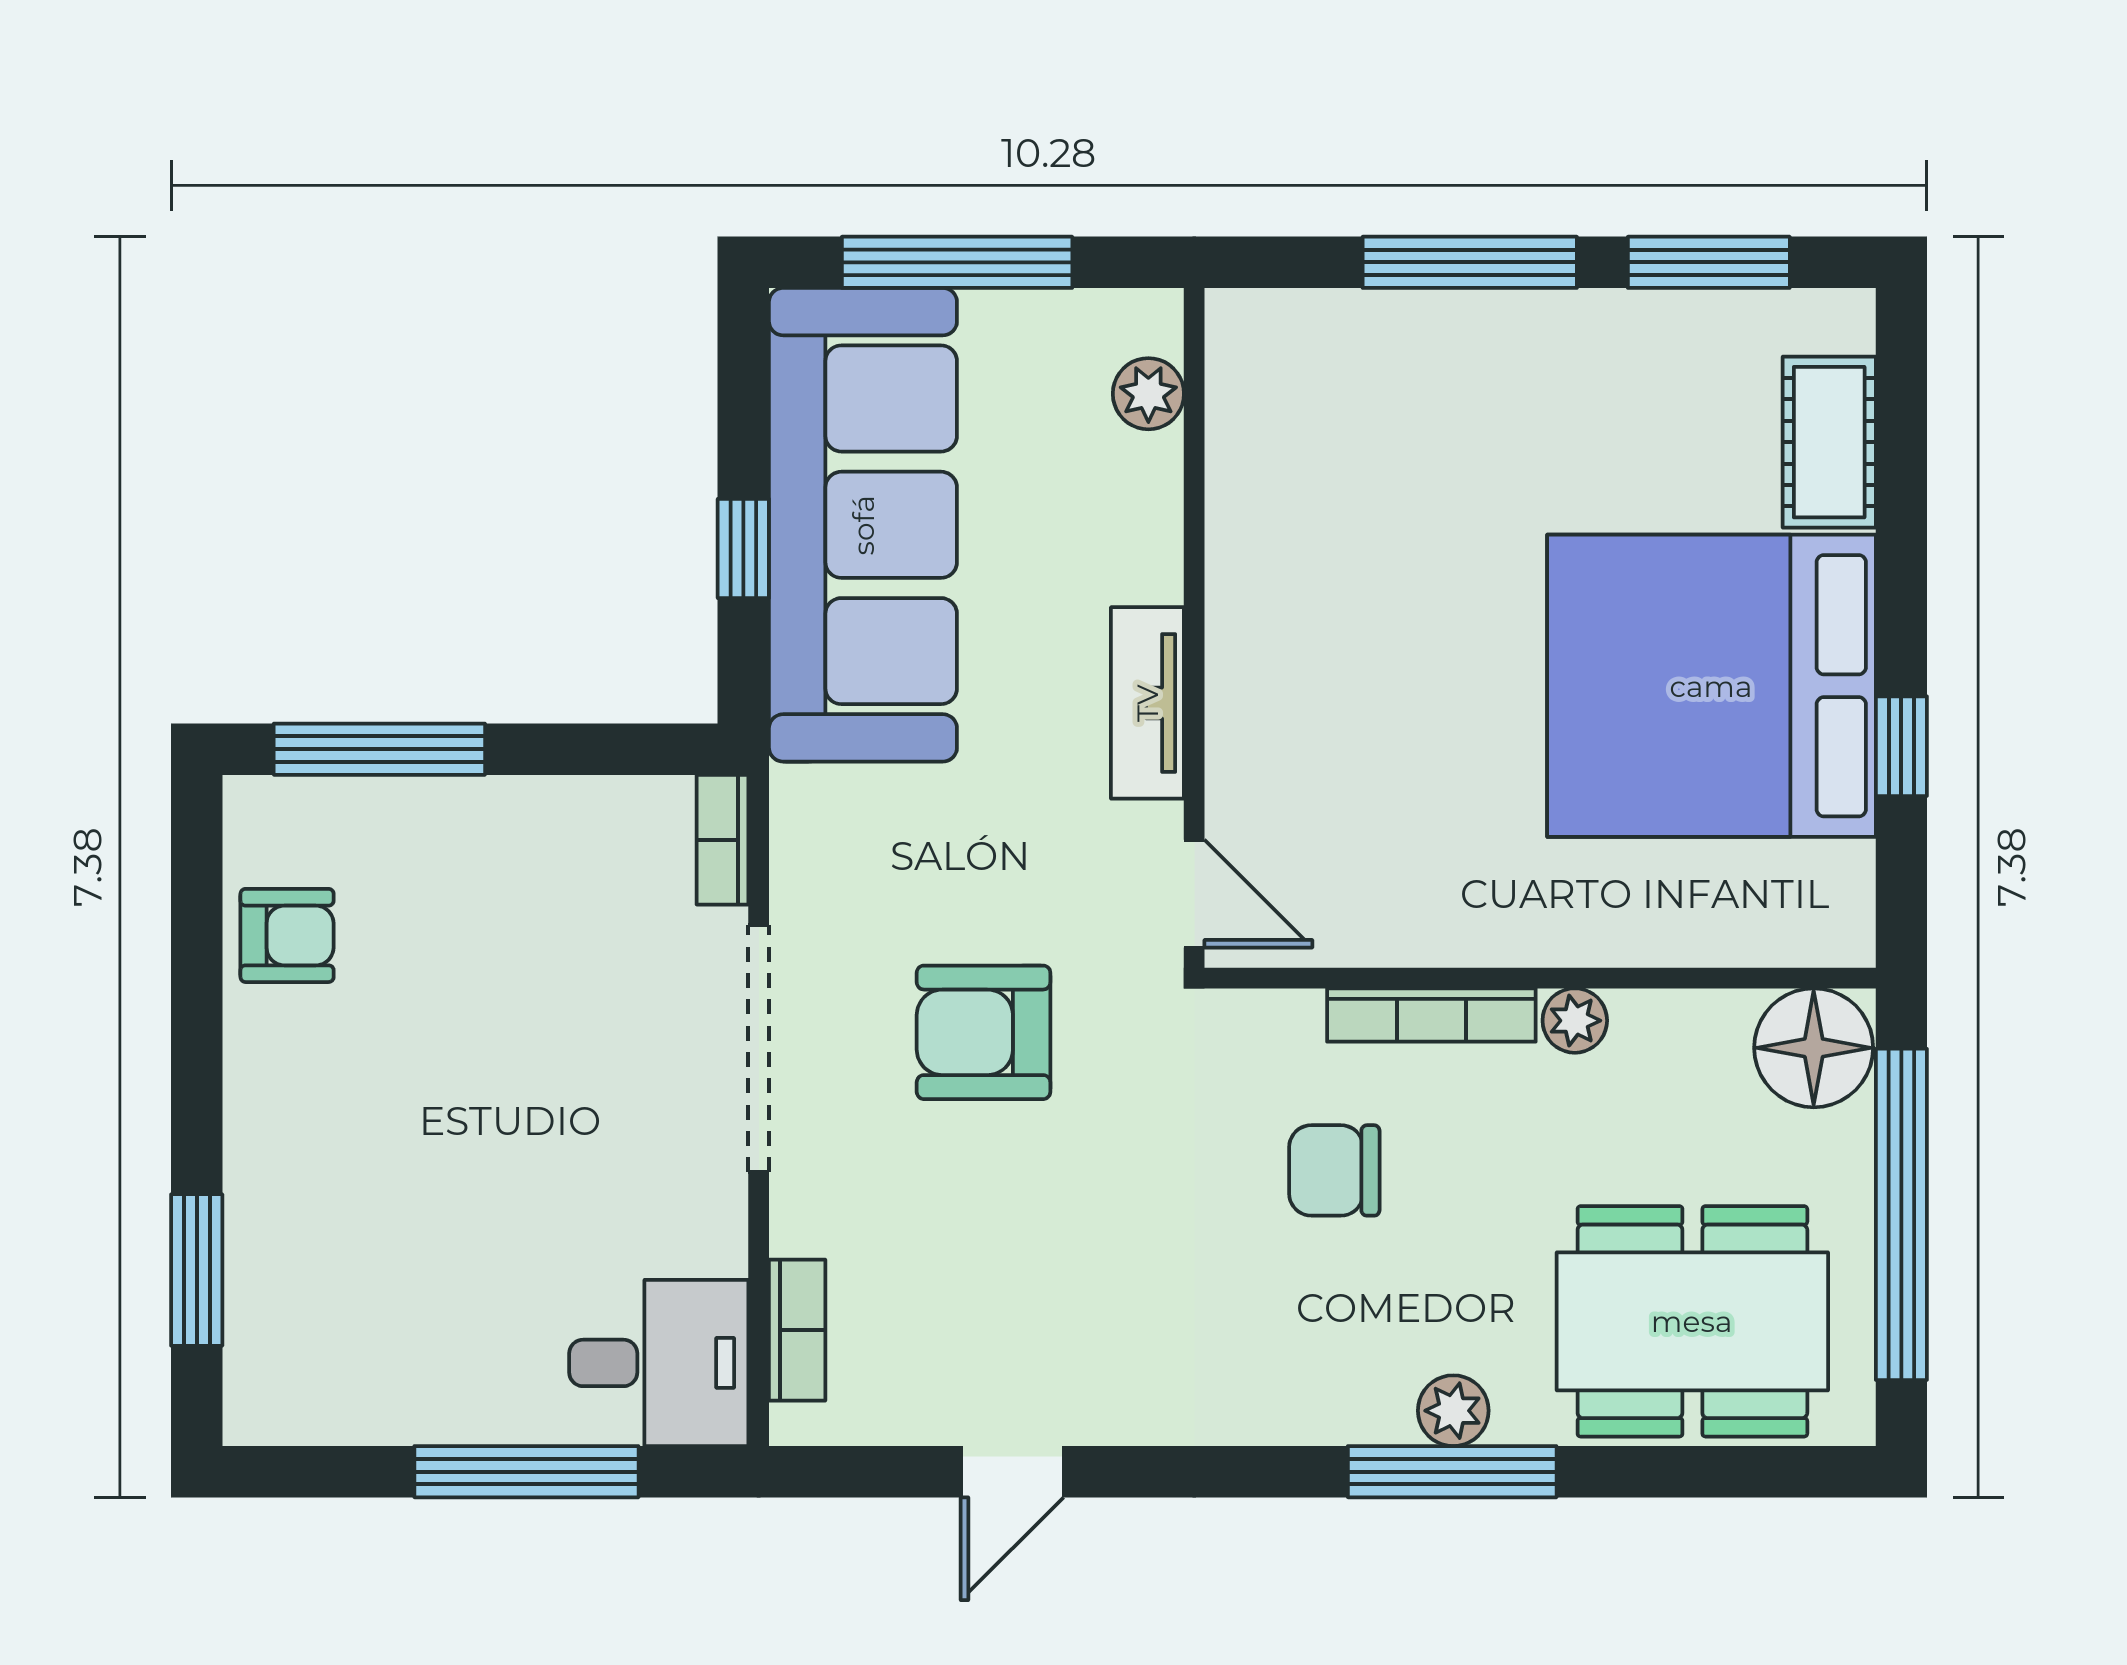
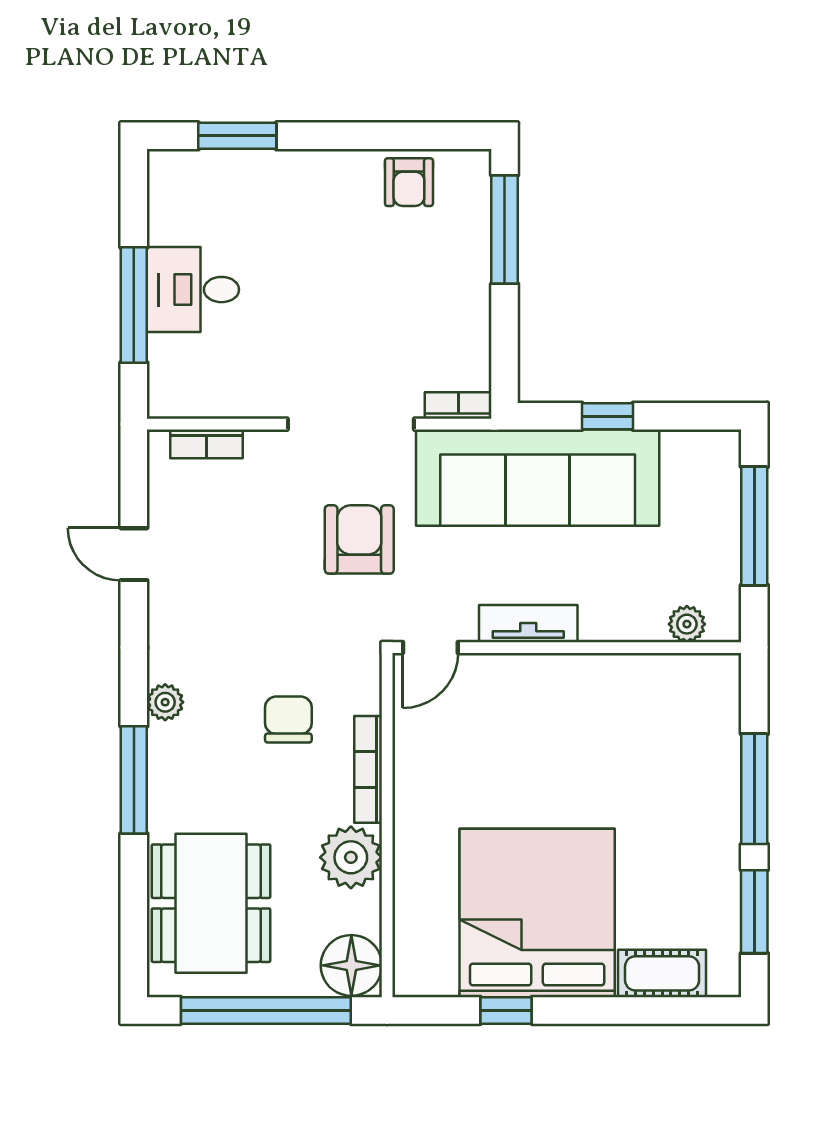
sofa: (863, 525) -> (538, 478), moved
plant: (1575, 1021) -> (351, 857), width x1.88, depth x1.88
desk: (659, 1363) -> (193, 290), moved, turned 90
plant: (1453, 1411) -> (165, 702), moved

